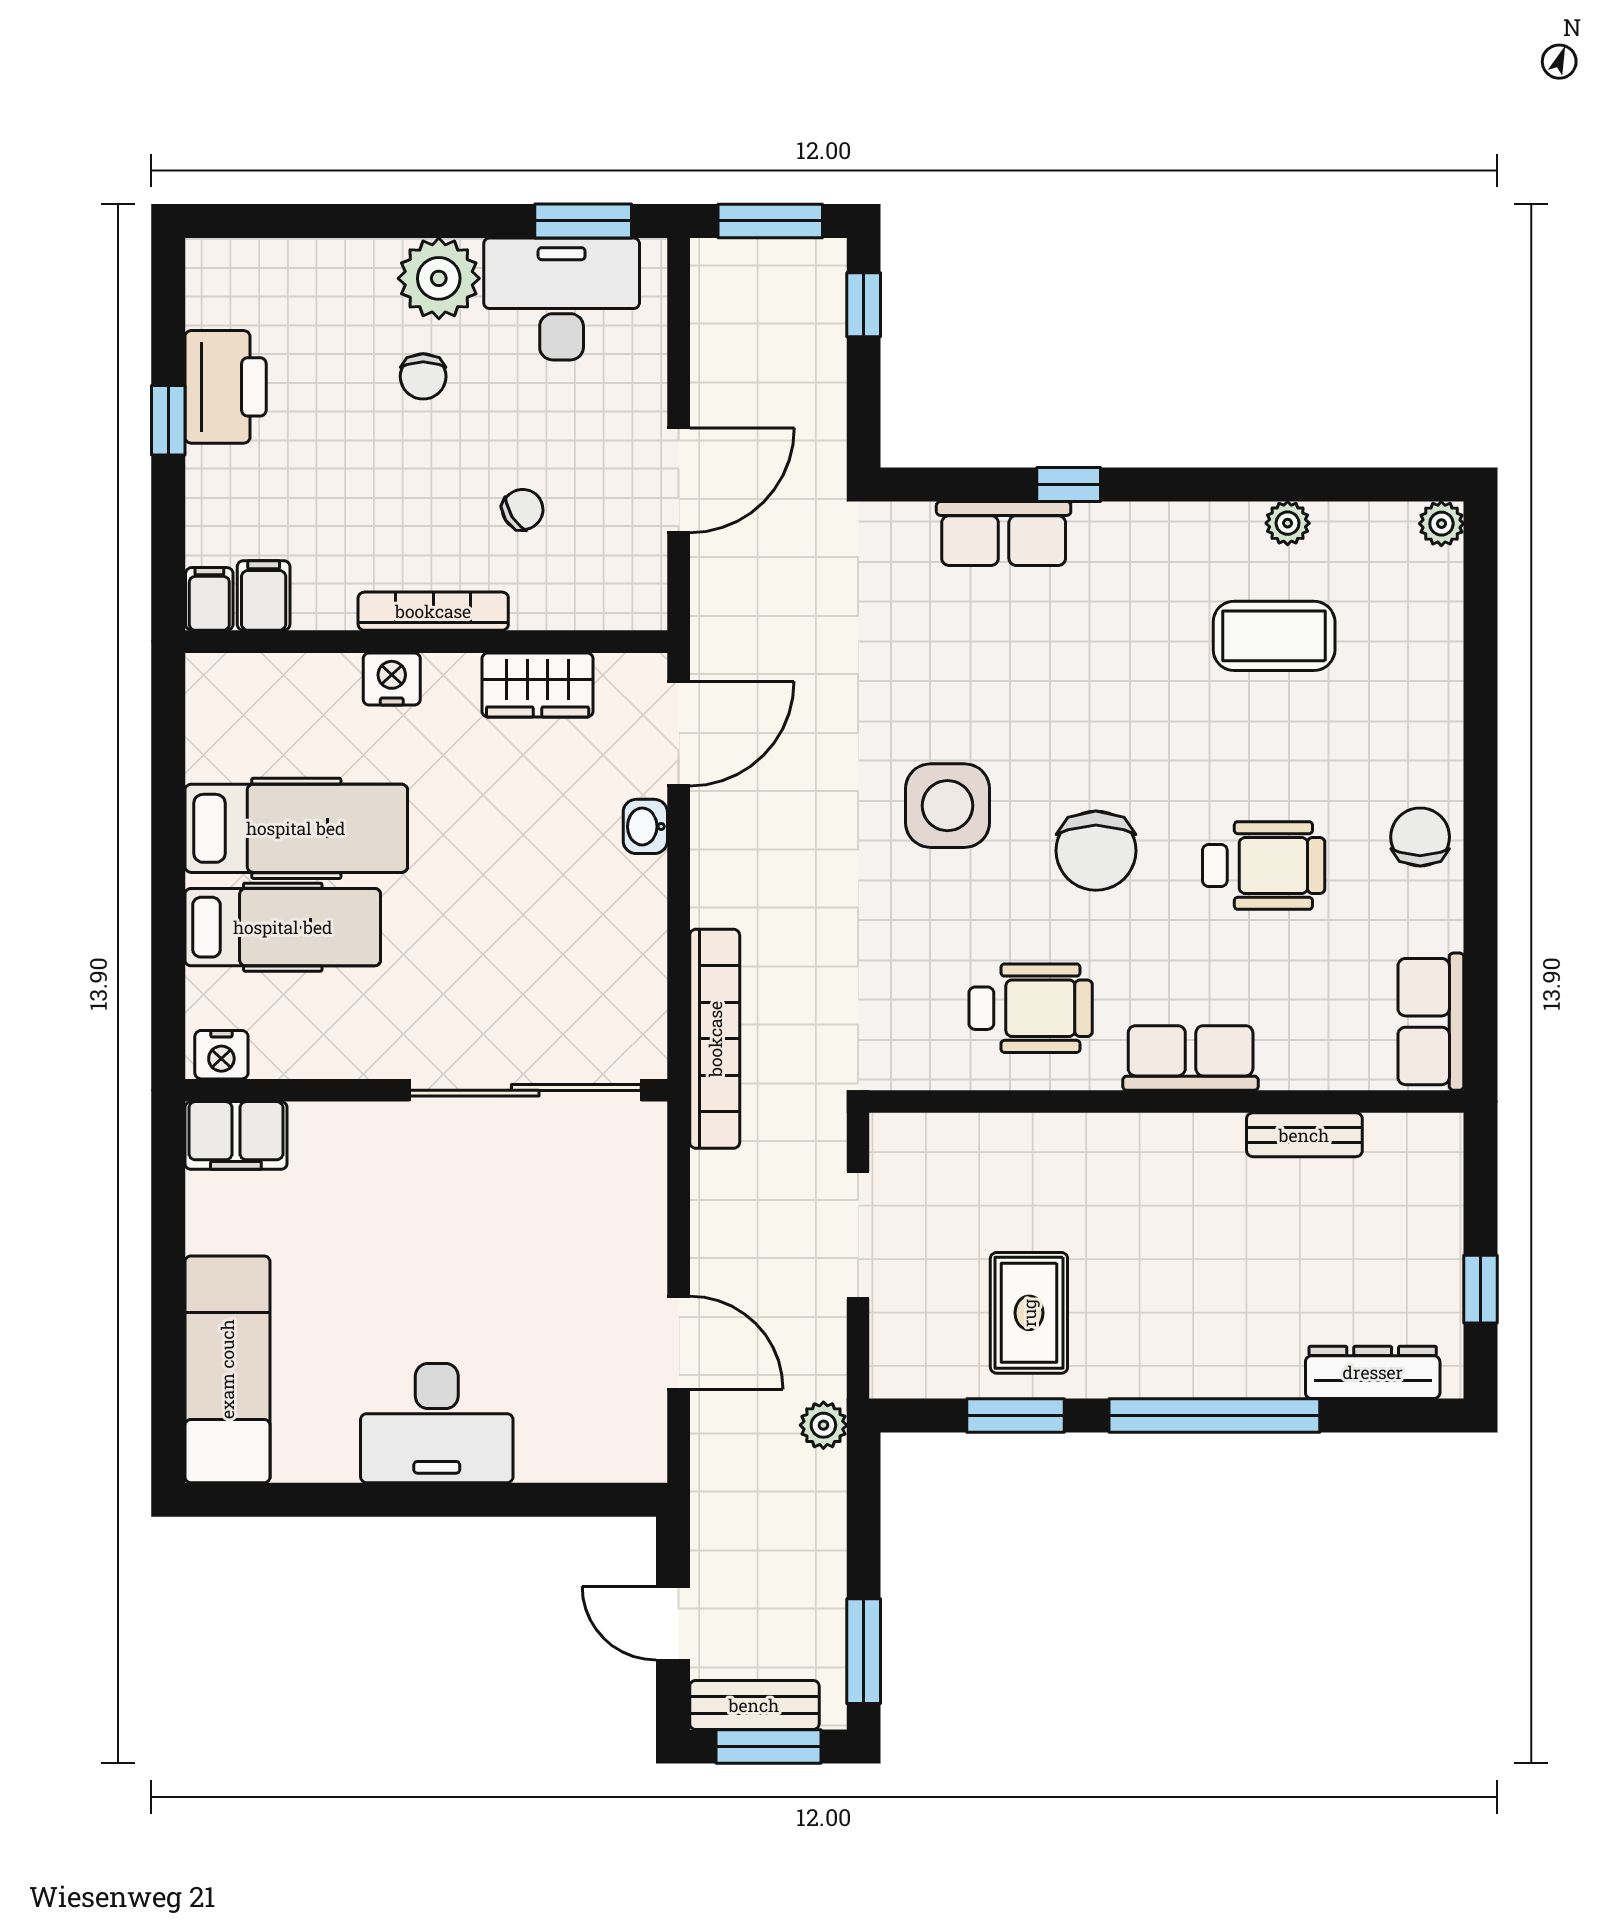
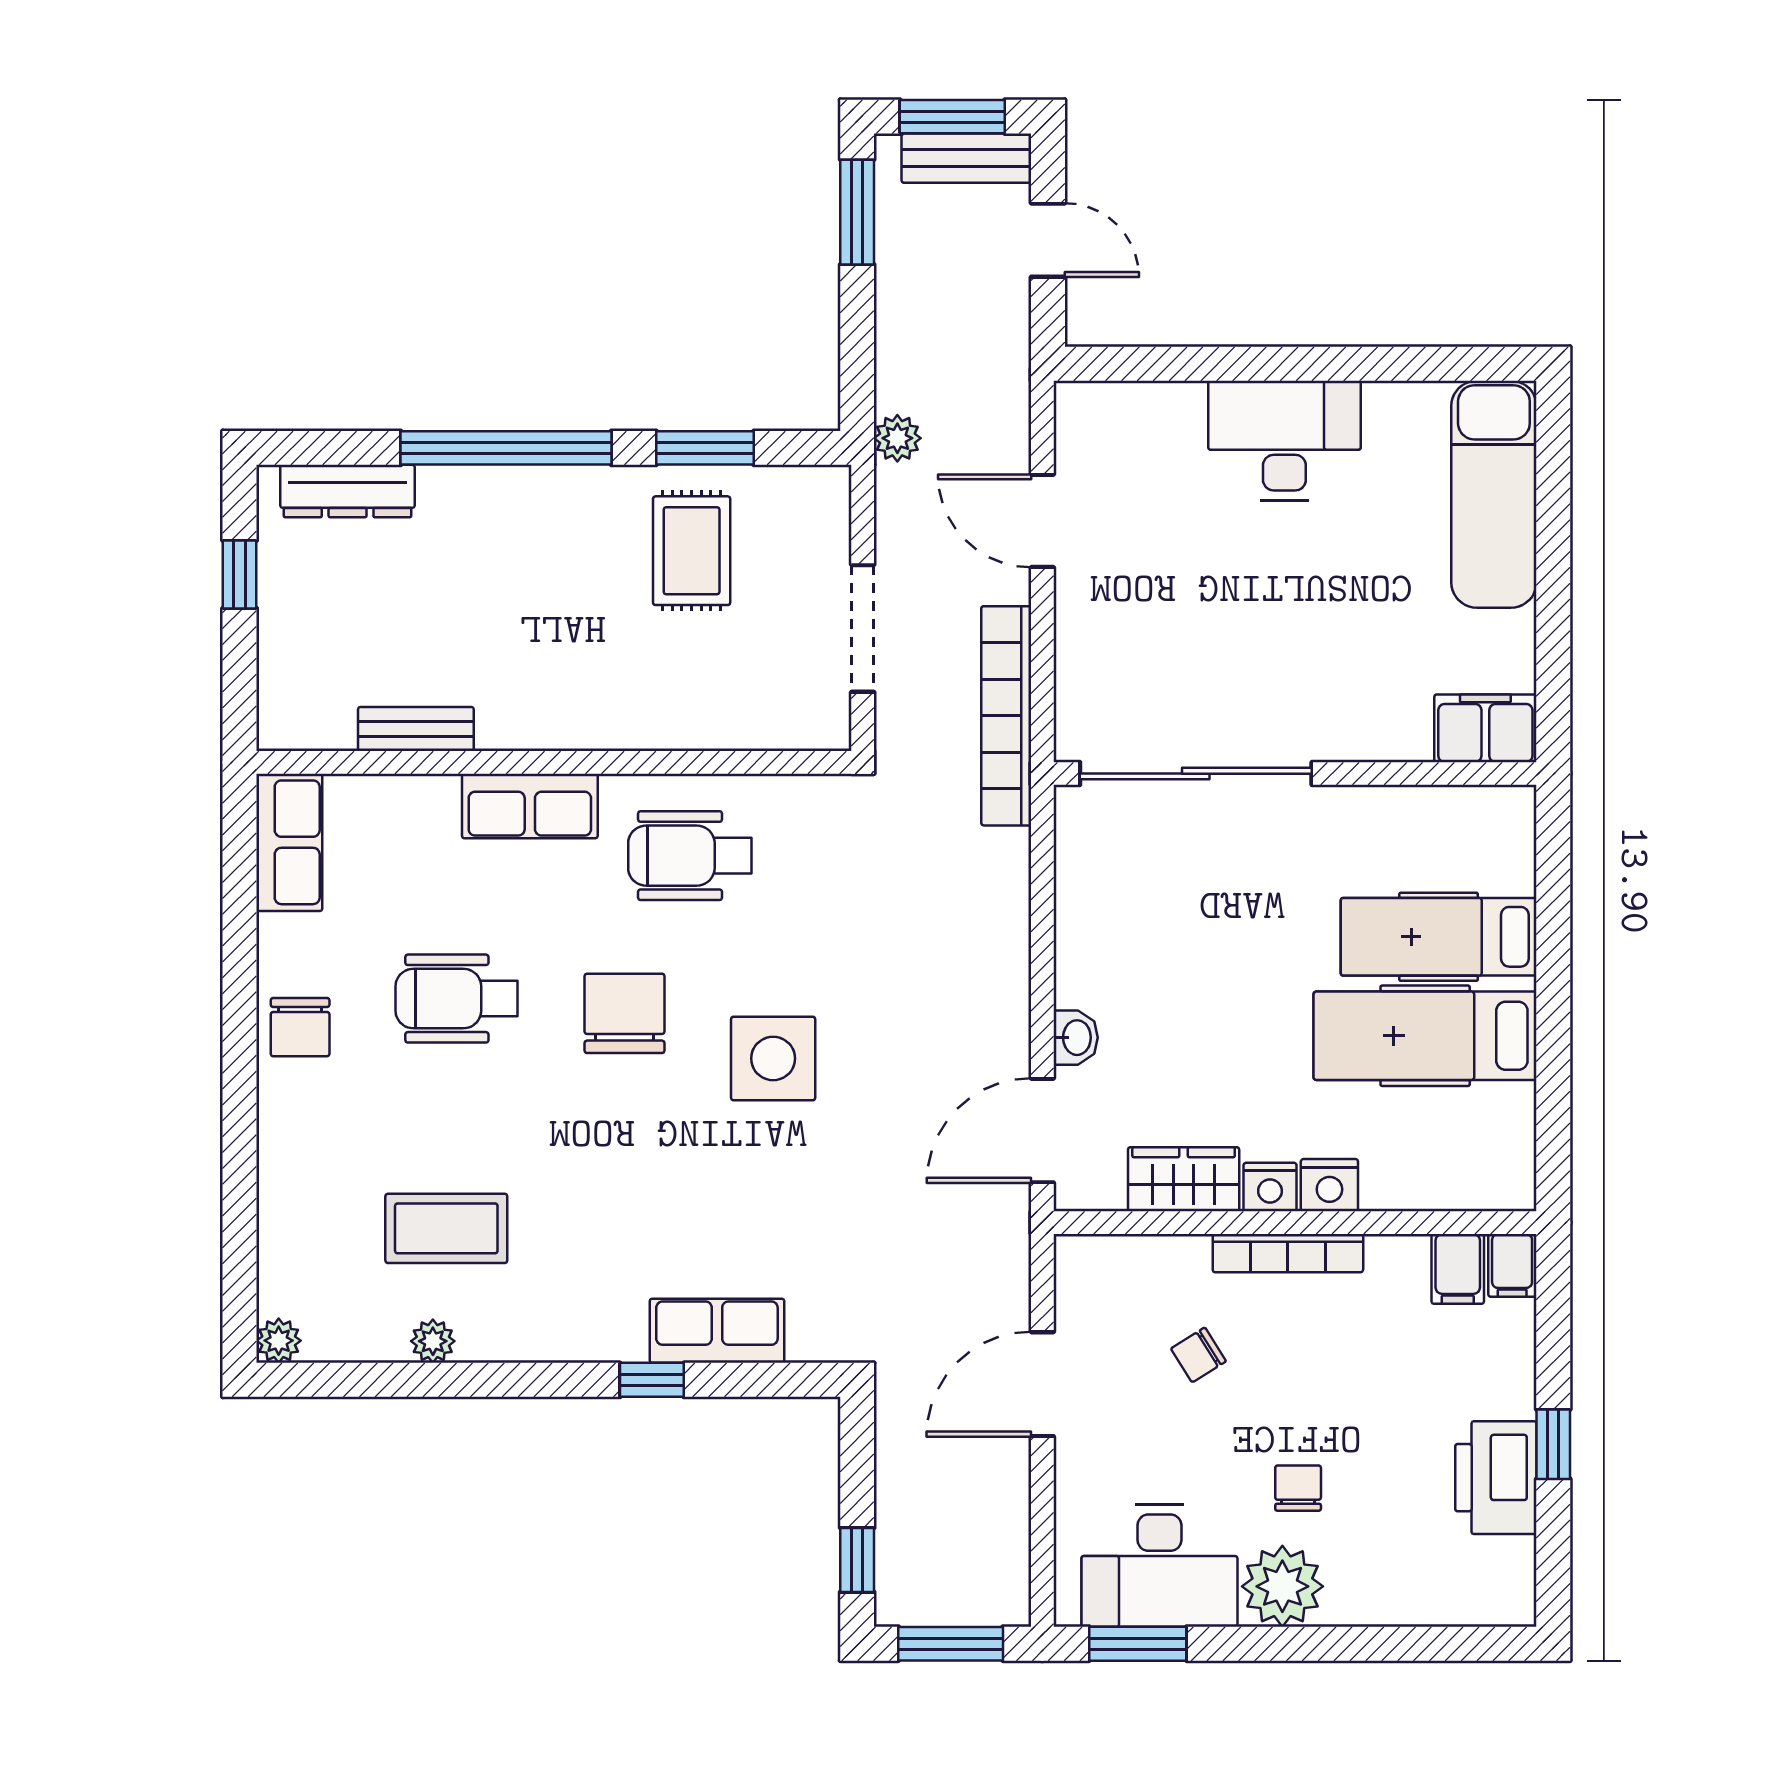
bookcase: (715, 1039) -> (1006, 716), moved
nightstand: (221, 1055) -> (1270, 1187), moved, turned 180

